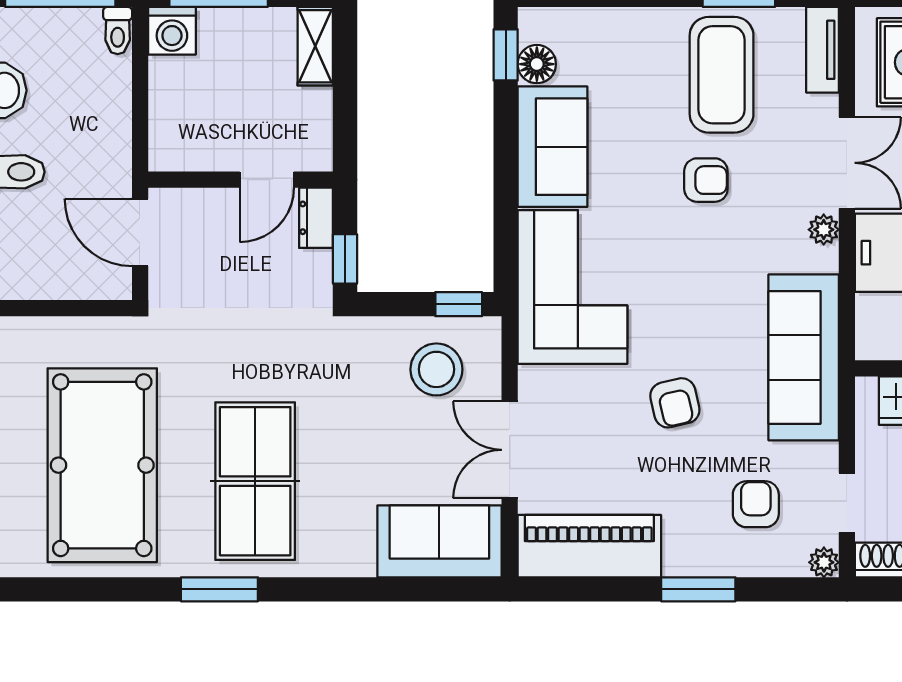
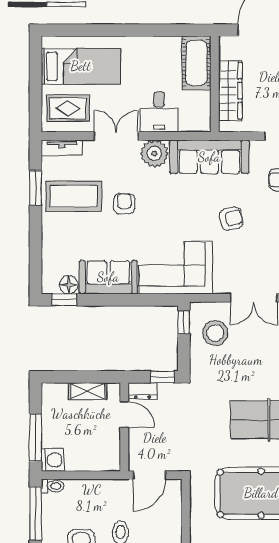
shelving: (315, 46) -> (88, 391), moved
plant: (824, 230) -> (154, 154), width x1.88, depth x1.88

